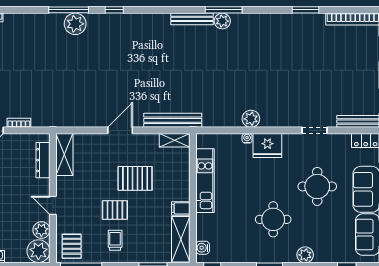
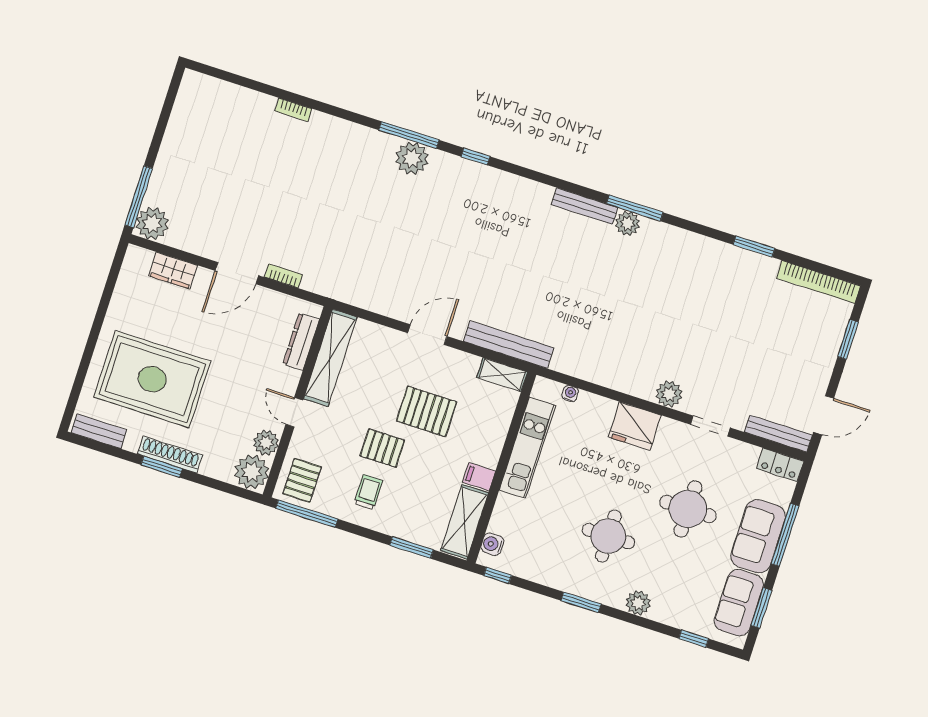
plant: (251, 119) -> (669, 394), moved
water cooler: (247, 138) -> (570, 393), moved
shelving: (64, 155) -> (330, 358), width x1.47

